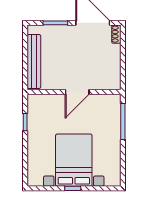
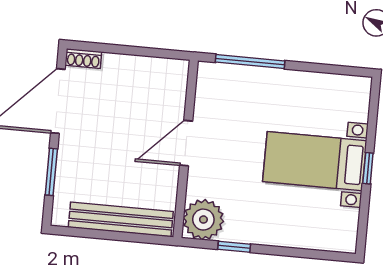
door: (77, 92) -> (186, 143), swing flipped
plant: (38, 105) -> (203, 220), added
bed with nightstands: (74, 160) -> (315, 161), width x0.73

